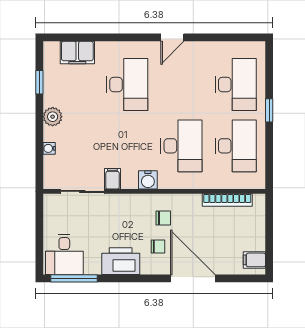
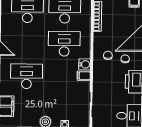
filing cabinet: (112, 179) -> (84, 76), moved

